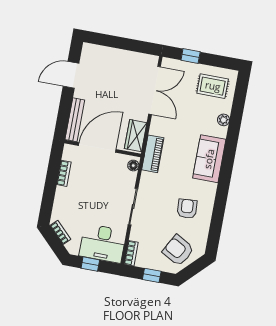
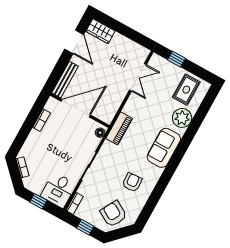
door: (71, 75) -> (74, 42), swing flipped
rug: (213, 86) -> (186, 90), turned 90
double door: (155, 90) -> (138, 77), width x0.73
plant: (224, 120) -> (182, 118), width x1.88, depth x1.88
wardrobe: (136, 136) -> (100, 31), moved, turned -90
desk: (103, 243) -> (58, 190), width x0.73

